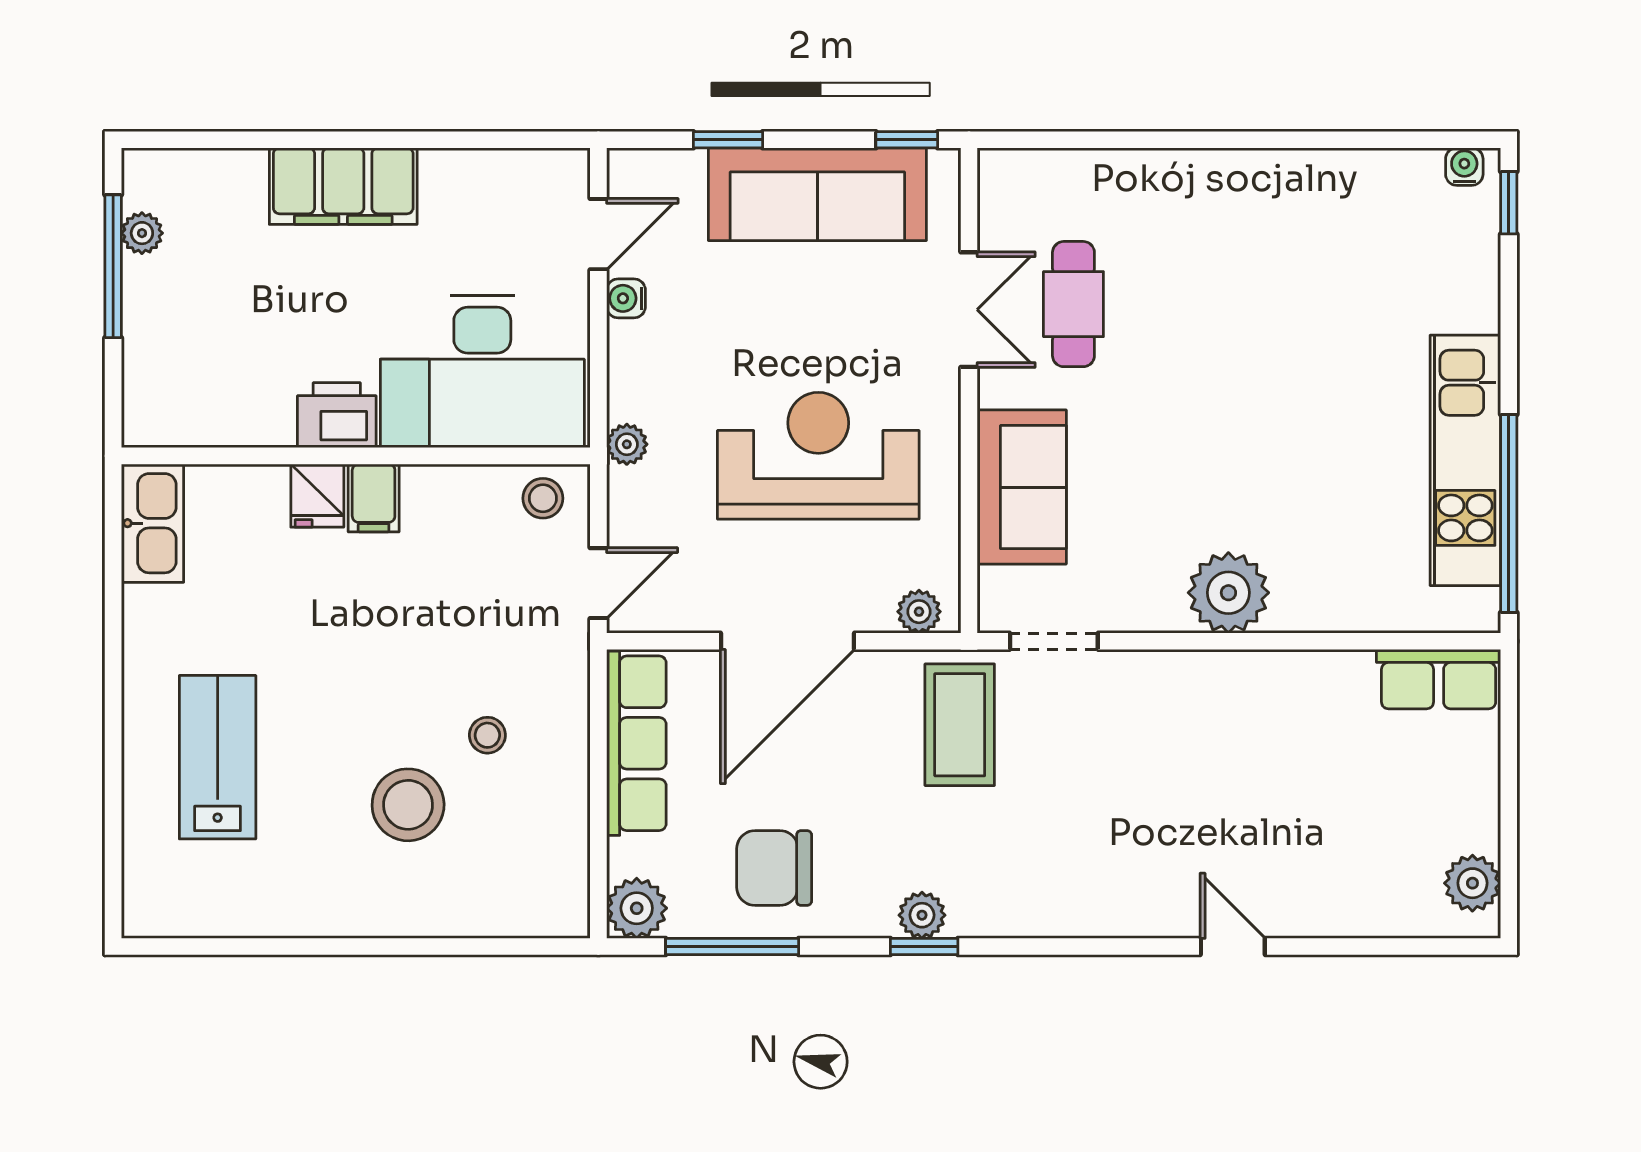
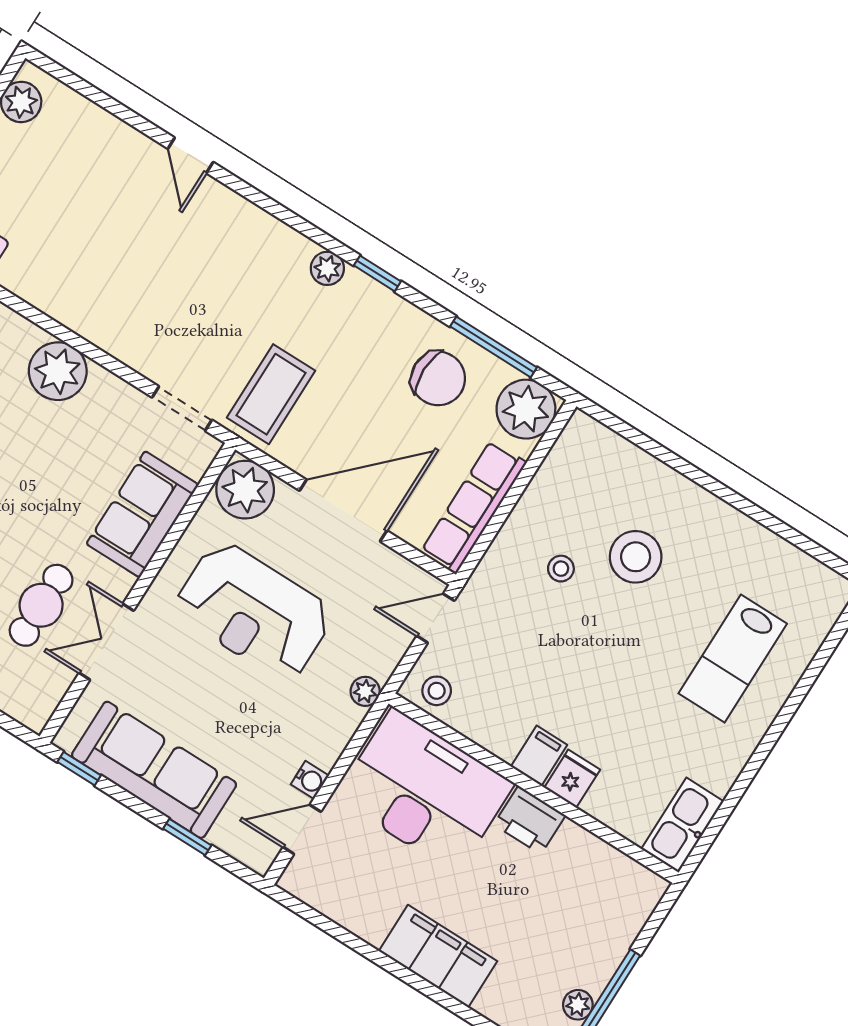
plant: (919, 612) -> (245, 490), width x1.88, depth x1.88
plant: (637, 908) -> (526, 409), width x1.36, depth x1.36
plant: (922, 915) -> (327, 268), moved

